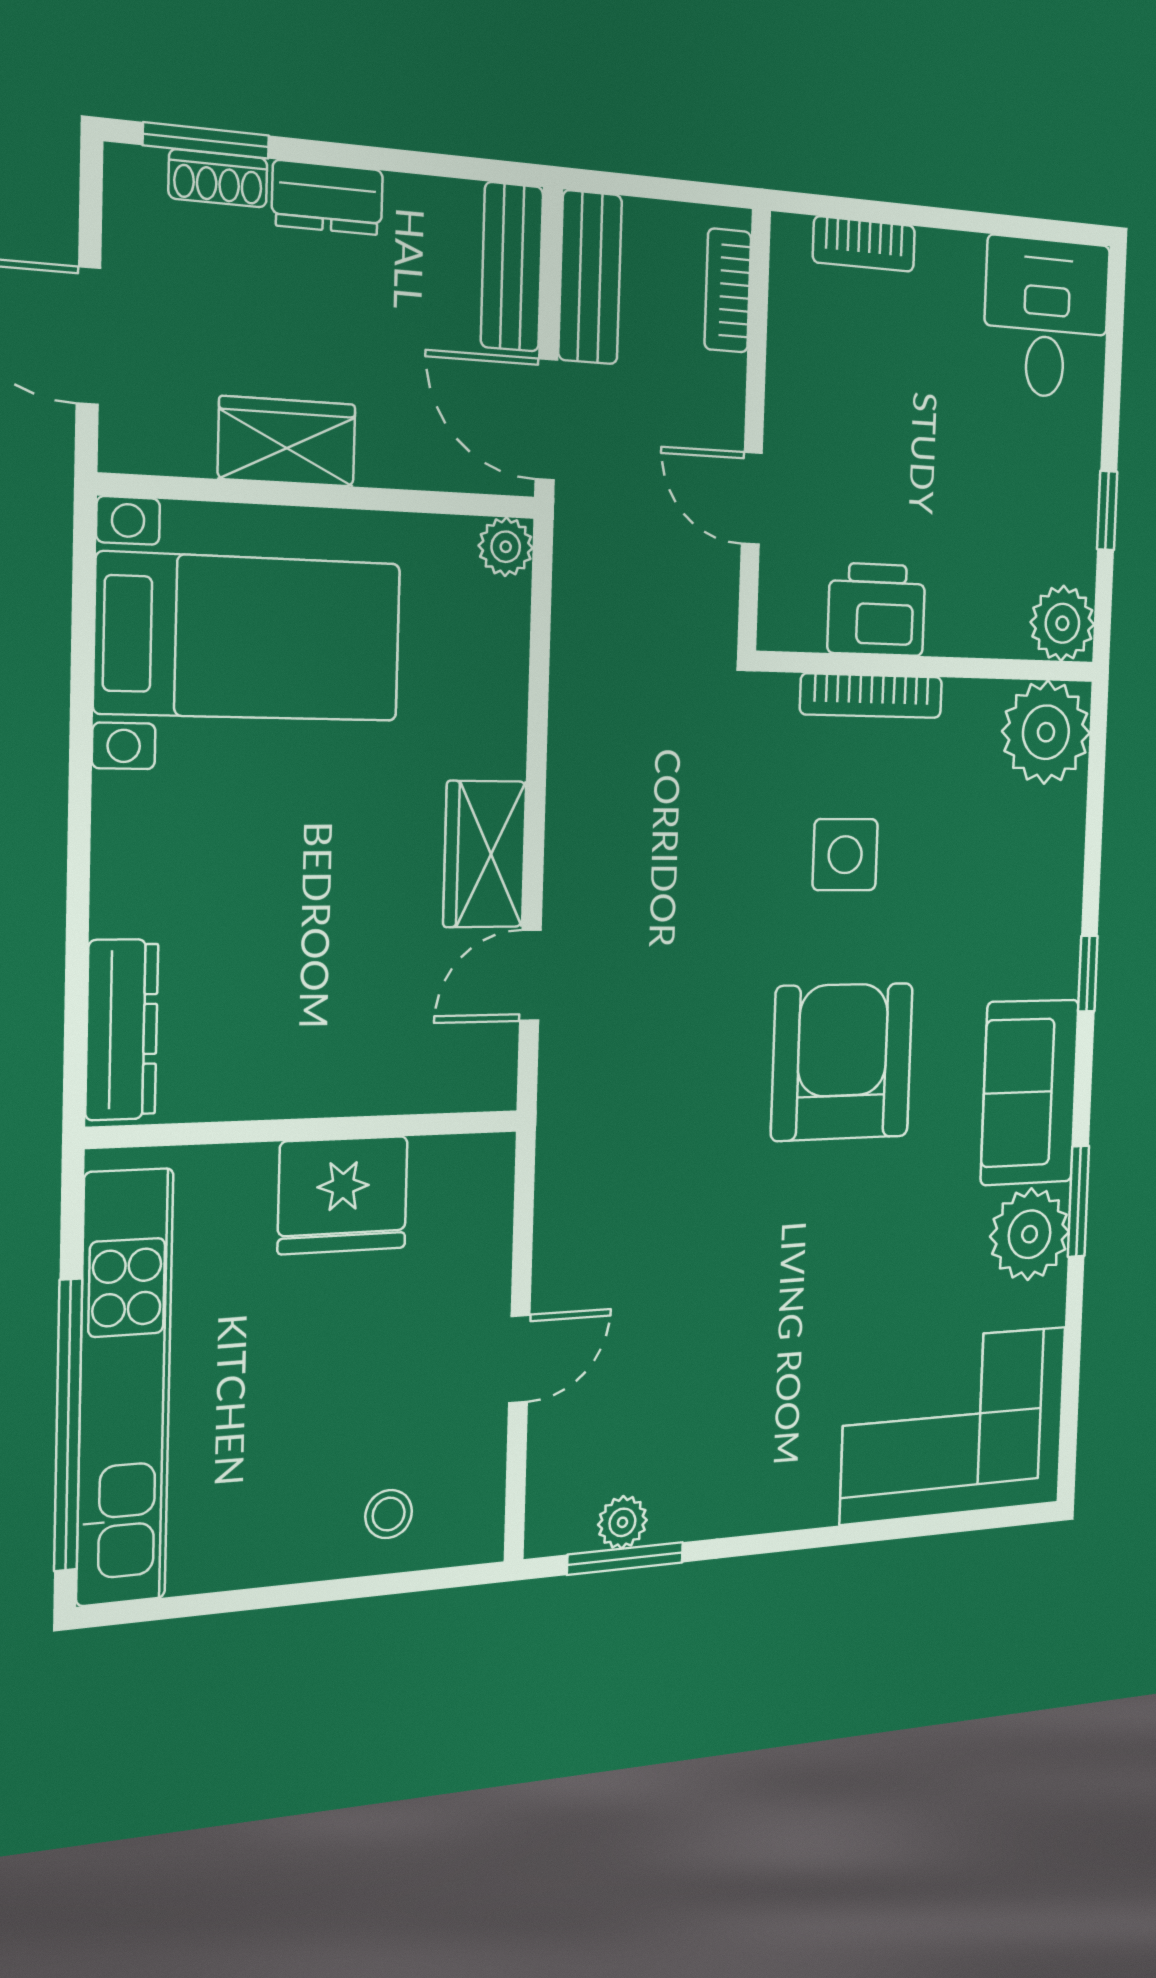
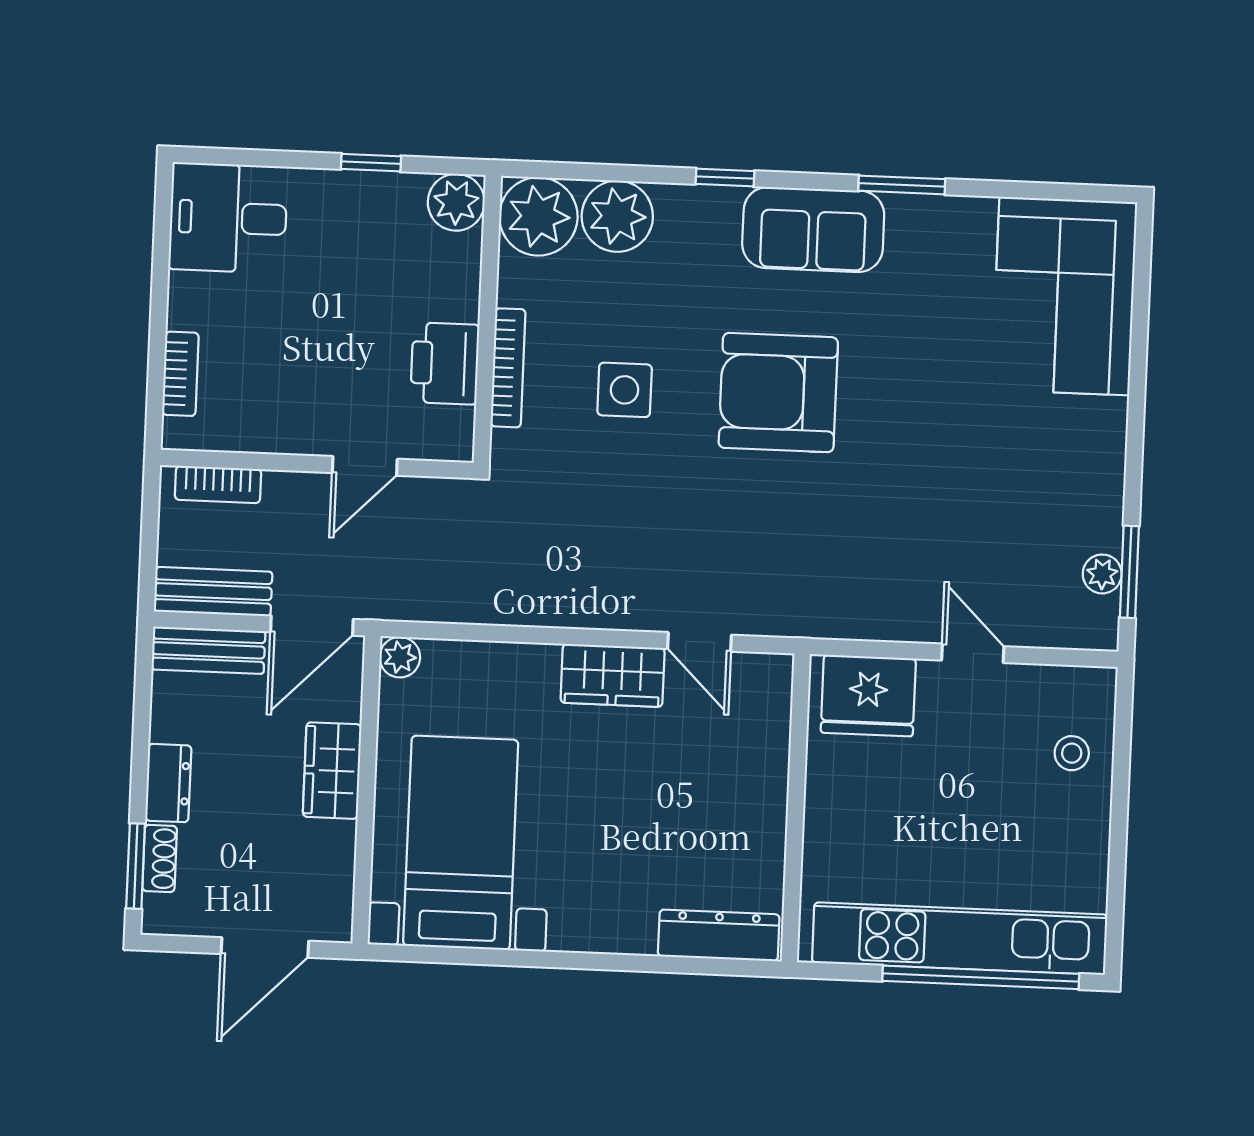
wardrobe: (287, 441) -> (332, 771), moved
fridge: (343, 1195) -> (868, 696), moved, turned 90
plant: (1030, 1234) -> (617, 216), moved

